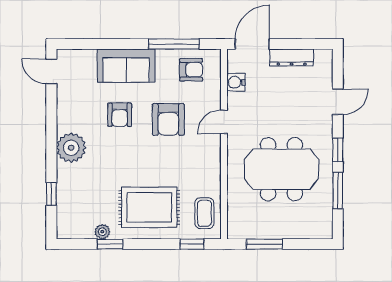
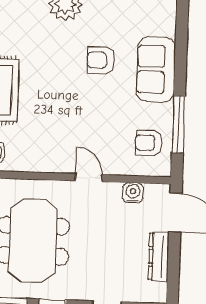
armchair: (191, 70) -> (149, 143), turned 90
armchair: (168, 119) -> (94, 115), removed

